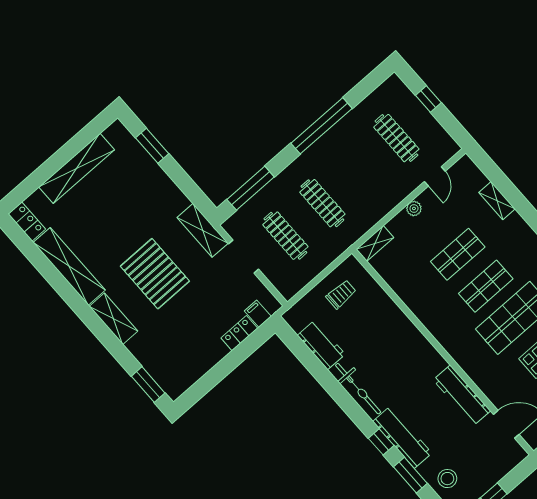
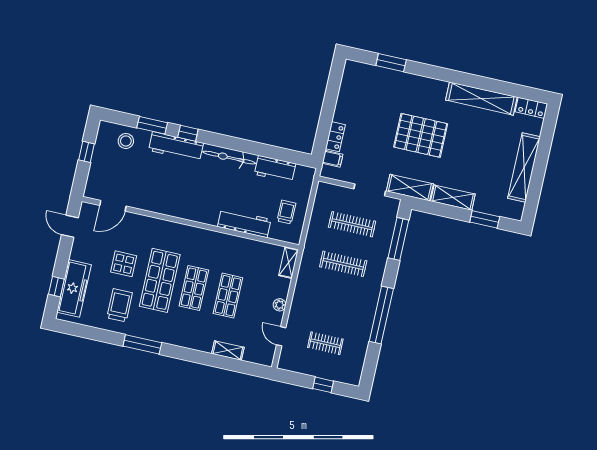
clothes rail: (396, 138) -> (325, 343), width x0.73
trolley: (341, 294) -> (286, 212), turned 180
shelving: (113, 319) -> (453, 198), moved
window: (148, 385) -> (391, 63), moved
workbench: (462, 395) -> (244, 223), moved

